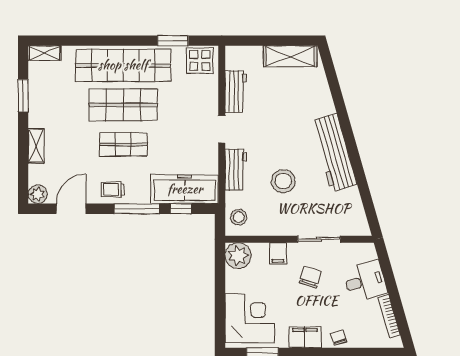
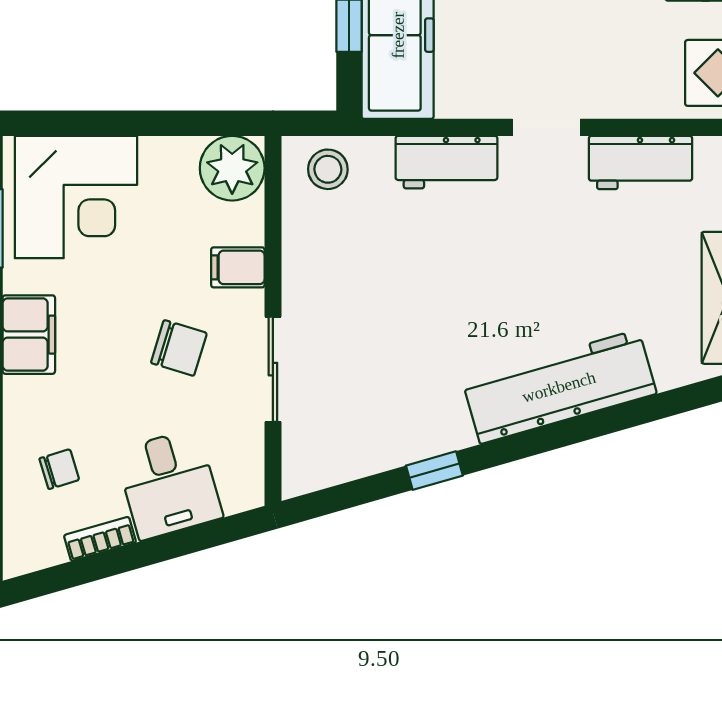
workbench: (334, 153) -> (559, 387), moved
window: (360, 174) -> (434, 471), added
stool: (283, 181) -> (418, 281), removed
bookcase: (389, 316) -> (100, 539), width x0.64
chair: (339, 337) -> (59, 469), moved

